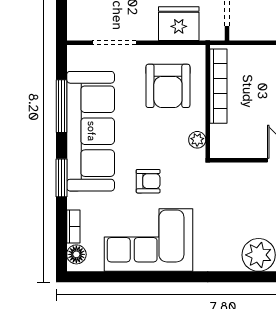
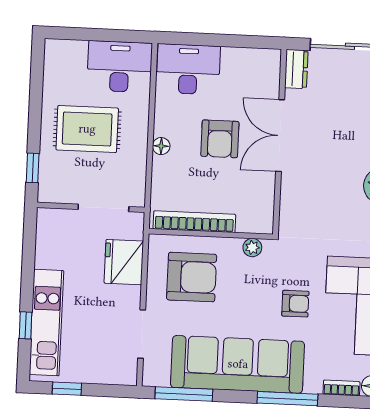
window: (61, 106) -> (184, 394), moved
window: (61, 178) -> (287, 399), width x1.44
armchair: (148, 181) -> (295, 304), turned 90

